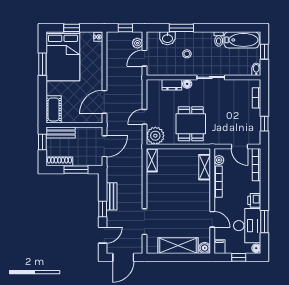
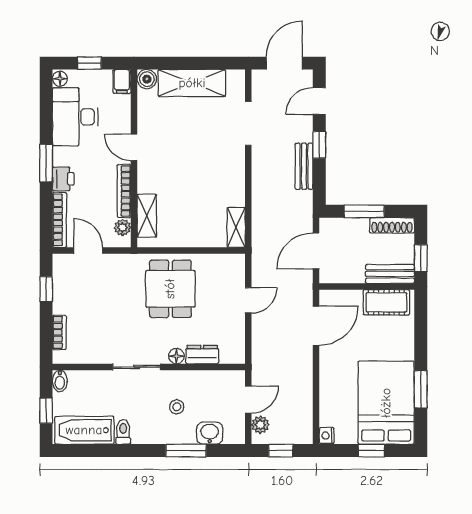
cot: (54, 109) -> (386, 302), moved, turned 90
plant: (155, 136) -> (230, 269), removed
printer: (254, 200) -> (63, 179), moved
door: (212, 219) -> (134, 147), moved
window: (264, 222) -> (46, 163), moved

